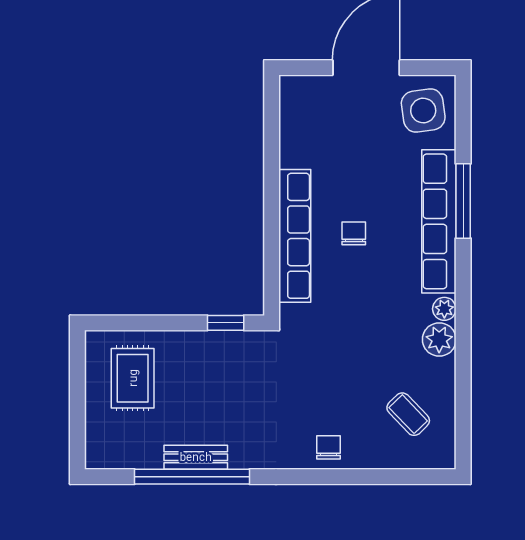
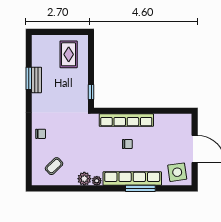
rug: (133, 378) -> (69, 54), turned 90
window: (192, 477) -> (29, 78), width x0.47

